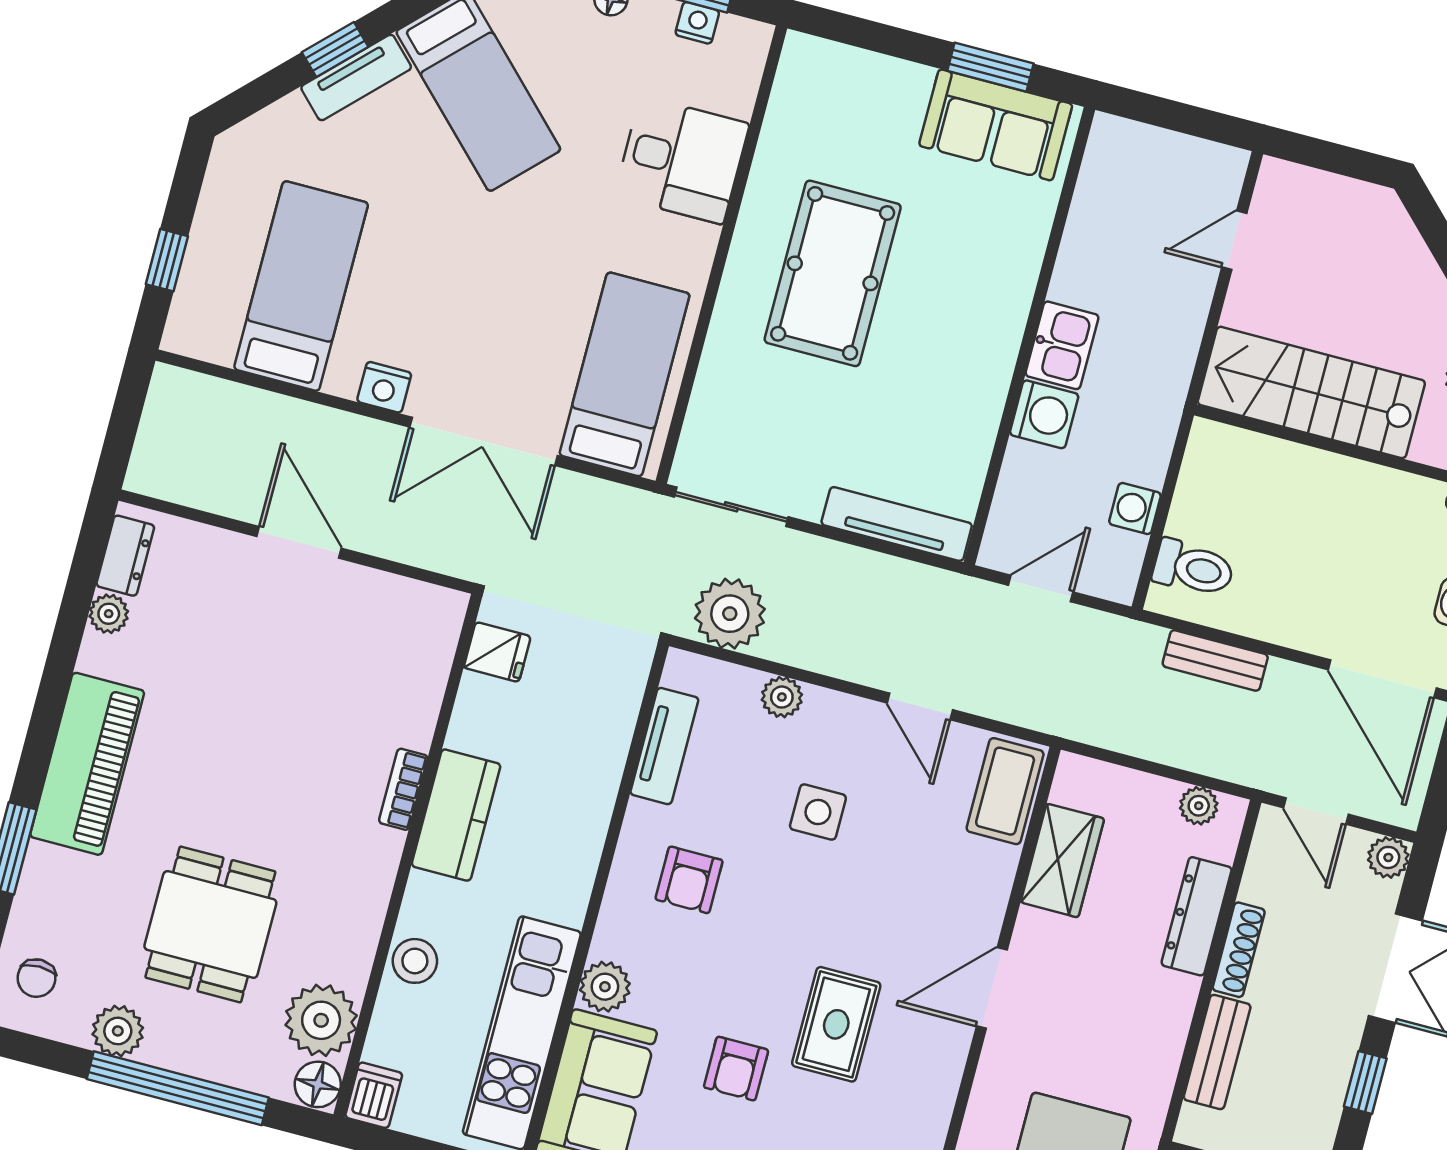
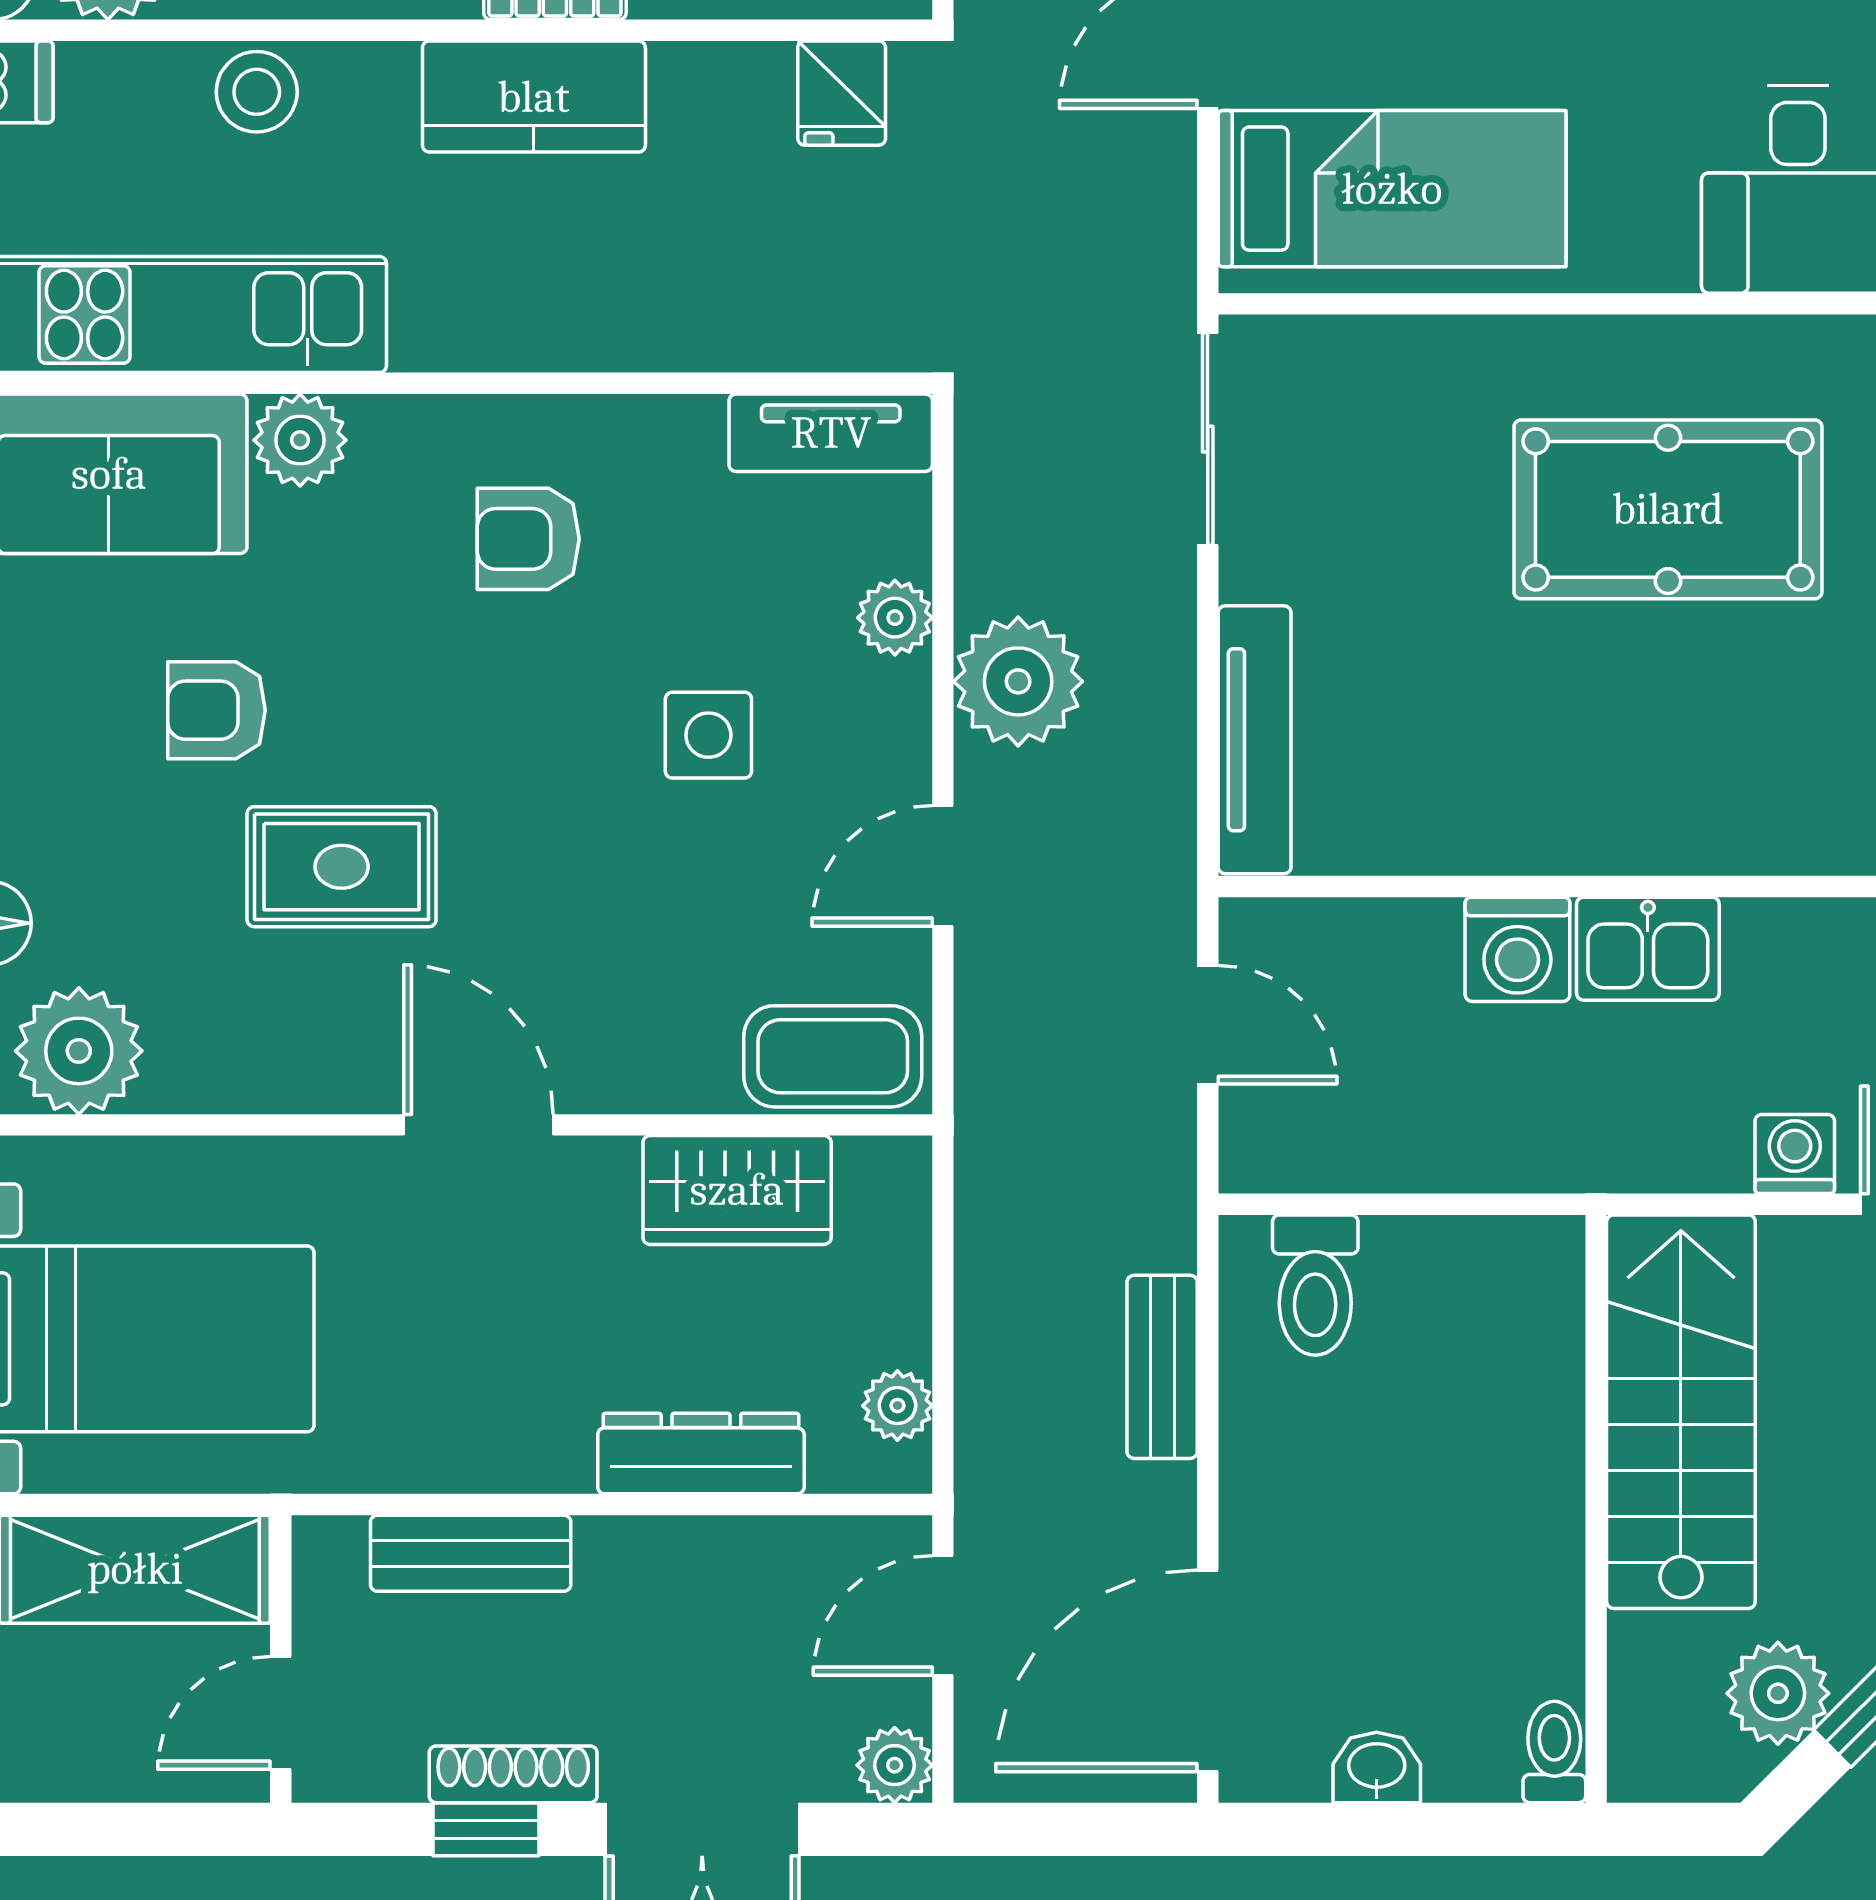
washing machine: (1135, 509) -> (1795, 1154), moved
plant: (730, 614) -> (1018, 681), moved
tv unit: (664, 746) -> (831, 433), moved
shoe rack: (1239, 950) -> (513, 1774), moved, turned 180

